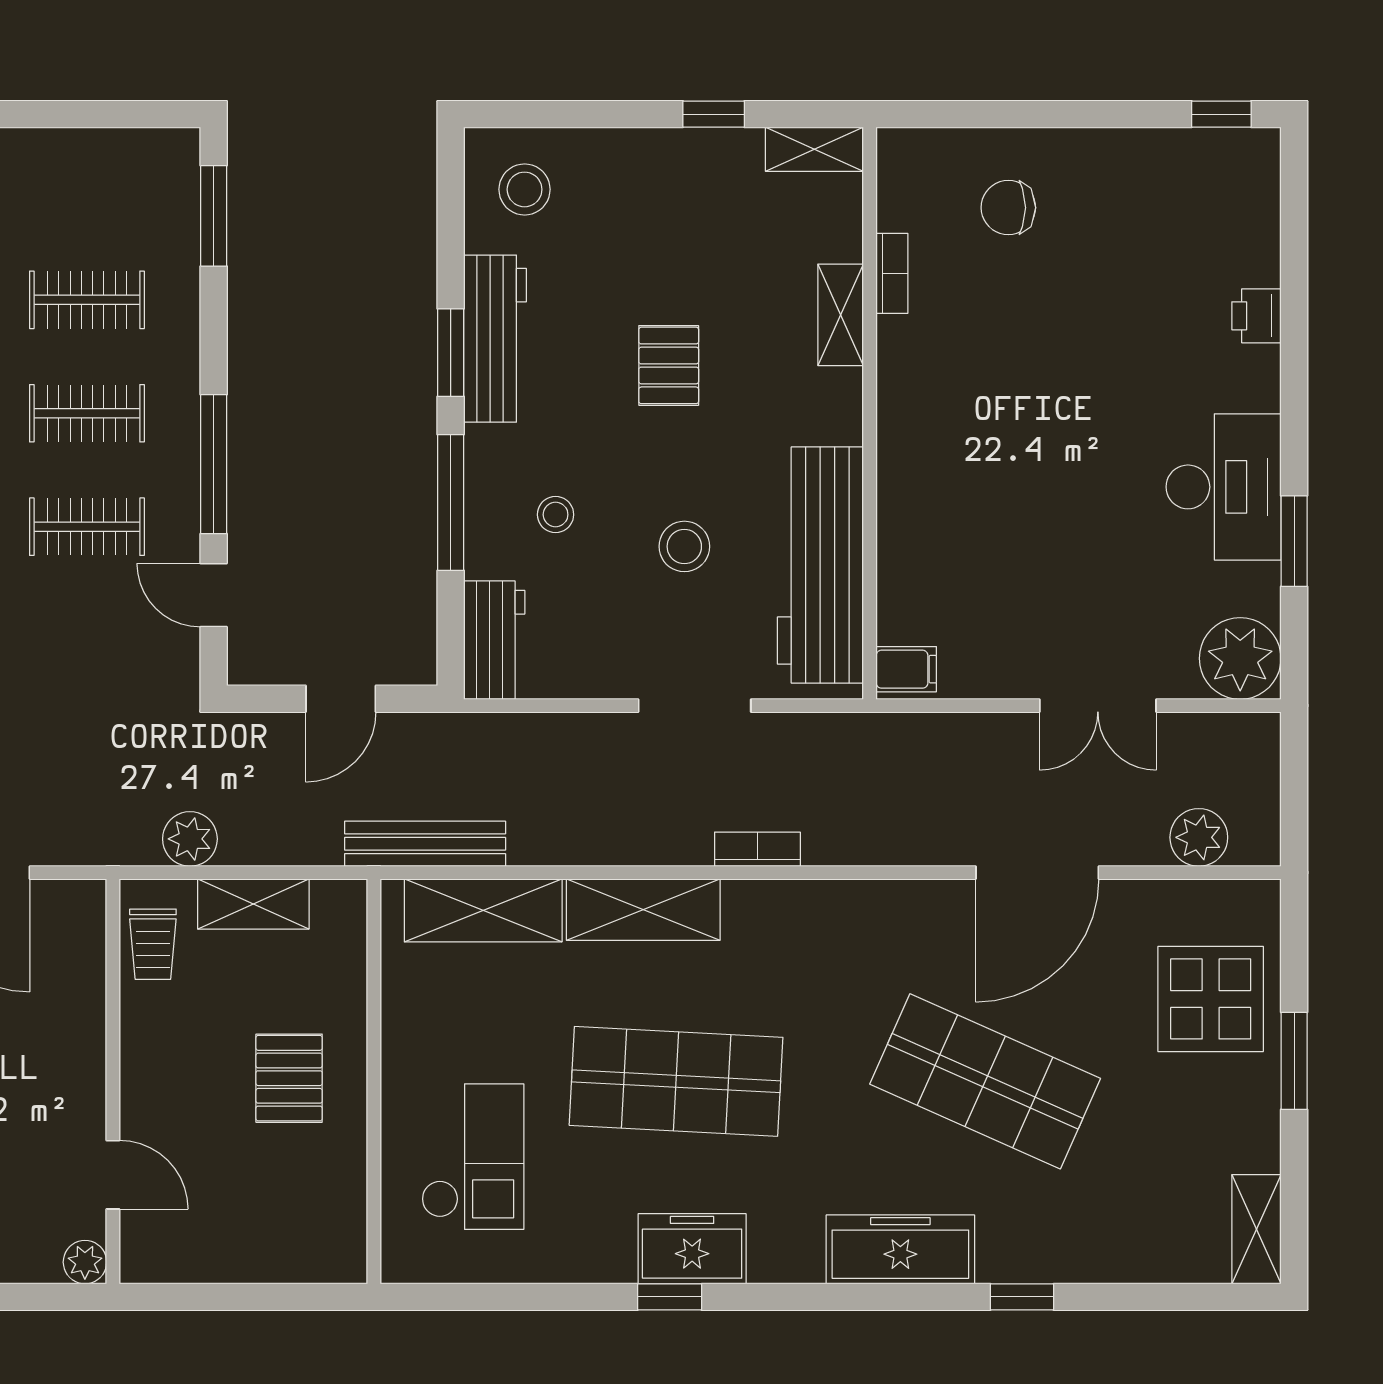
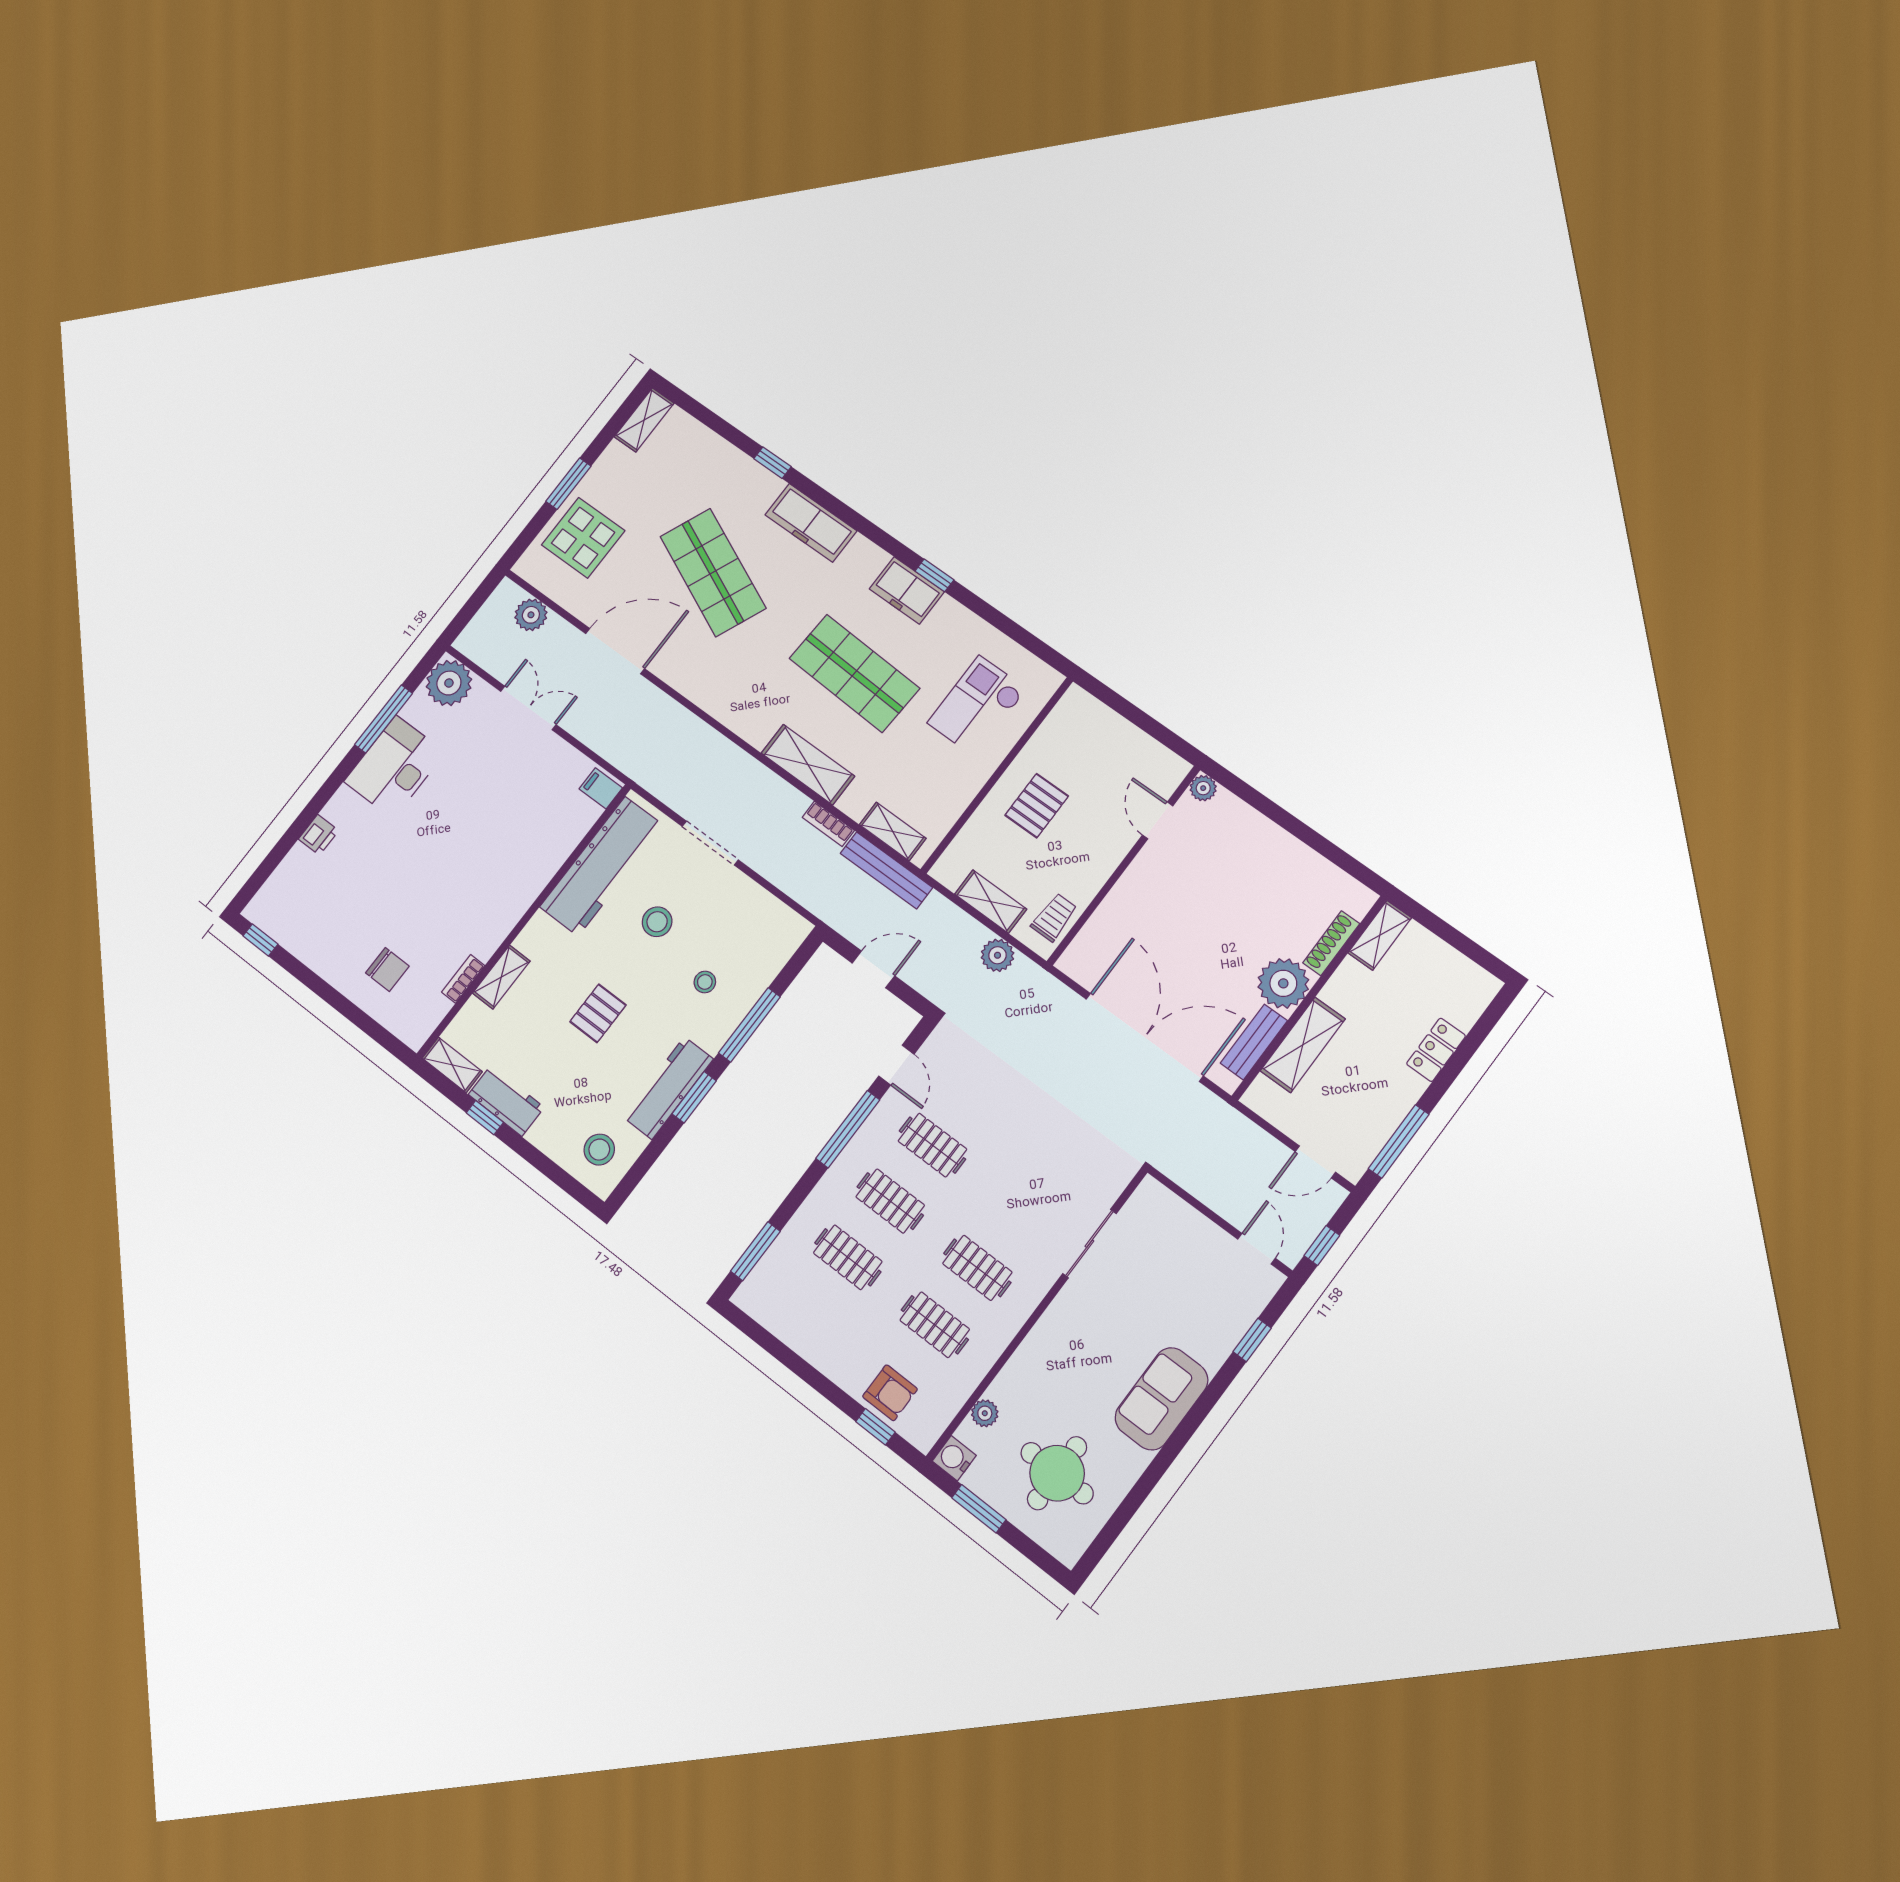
window: (1294, 541) -> (384, 719), width x1.44
workbench: (494, 640) -> (506, 1101), moved, turned 90
bookcase: (757, 849) -> (828, 824), moved
shelving: (483, 910) -> (893, 831), width x0.67, depth x0.75

